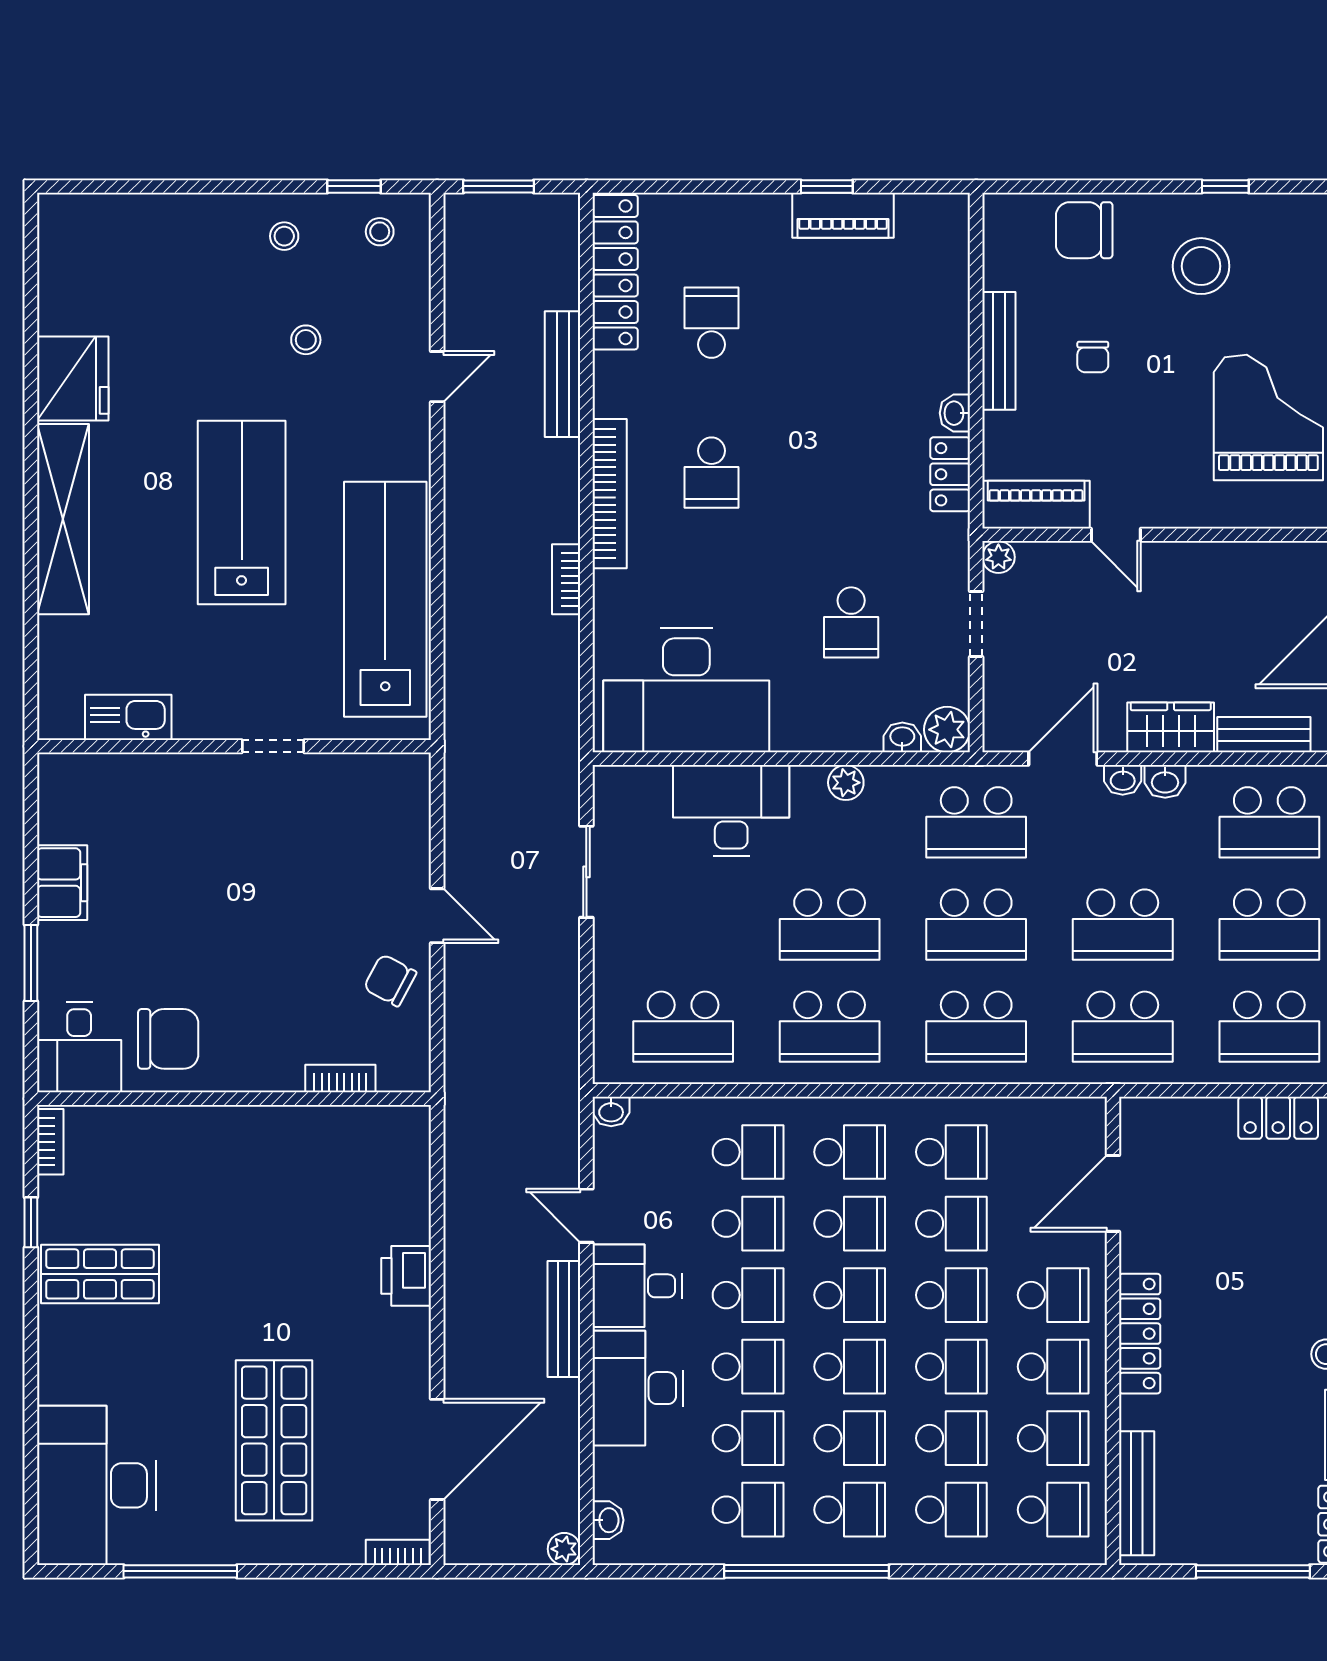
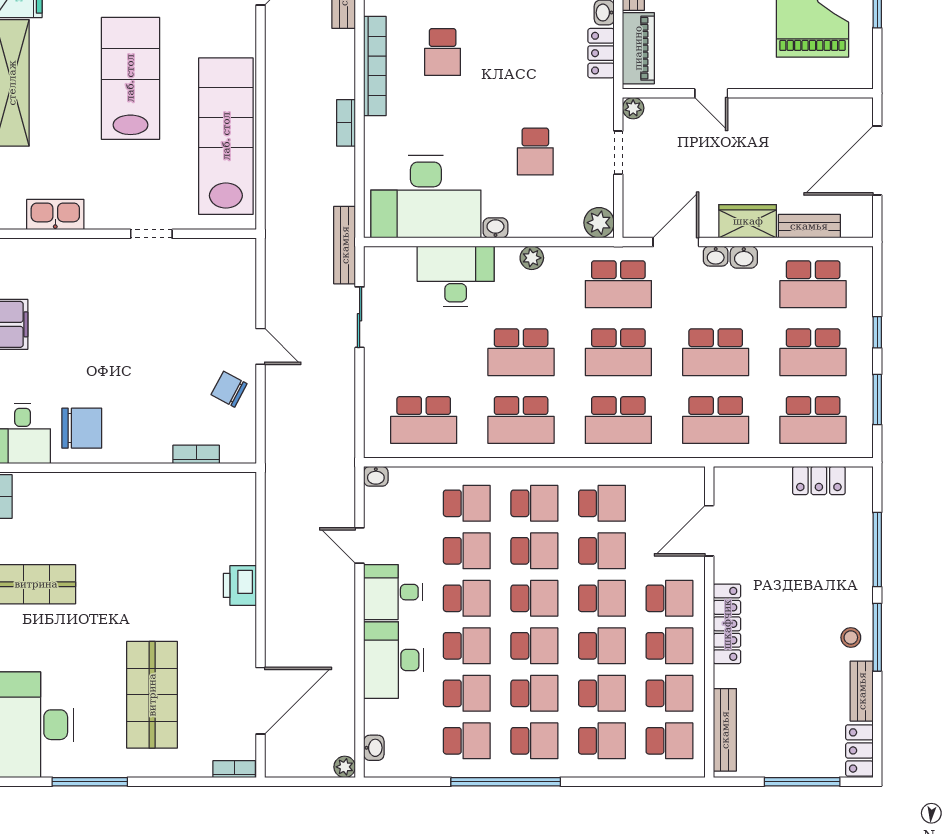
piano: (1036, 505) -> (638, 48), moved, turned 90
washbasin: (902, 737) -> (495, 228), moved
bench: (564, 1319) -> (345, 245), moved

